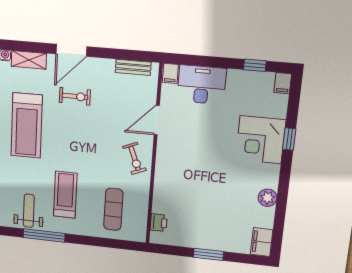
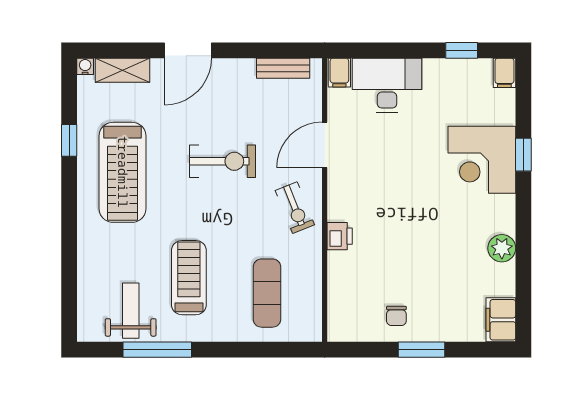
exercise bike: (75, 96) -> (222, 161), moved, width x1.38, depth x1.39
printer: (159, 223) -> (340, 236), moved
chair: (194, 232) -> (396, 316), added

